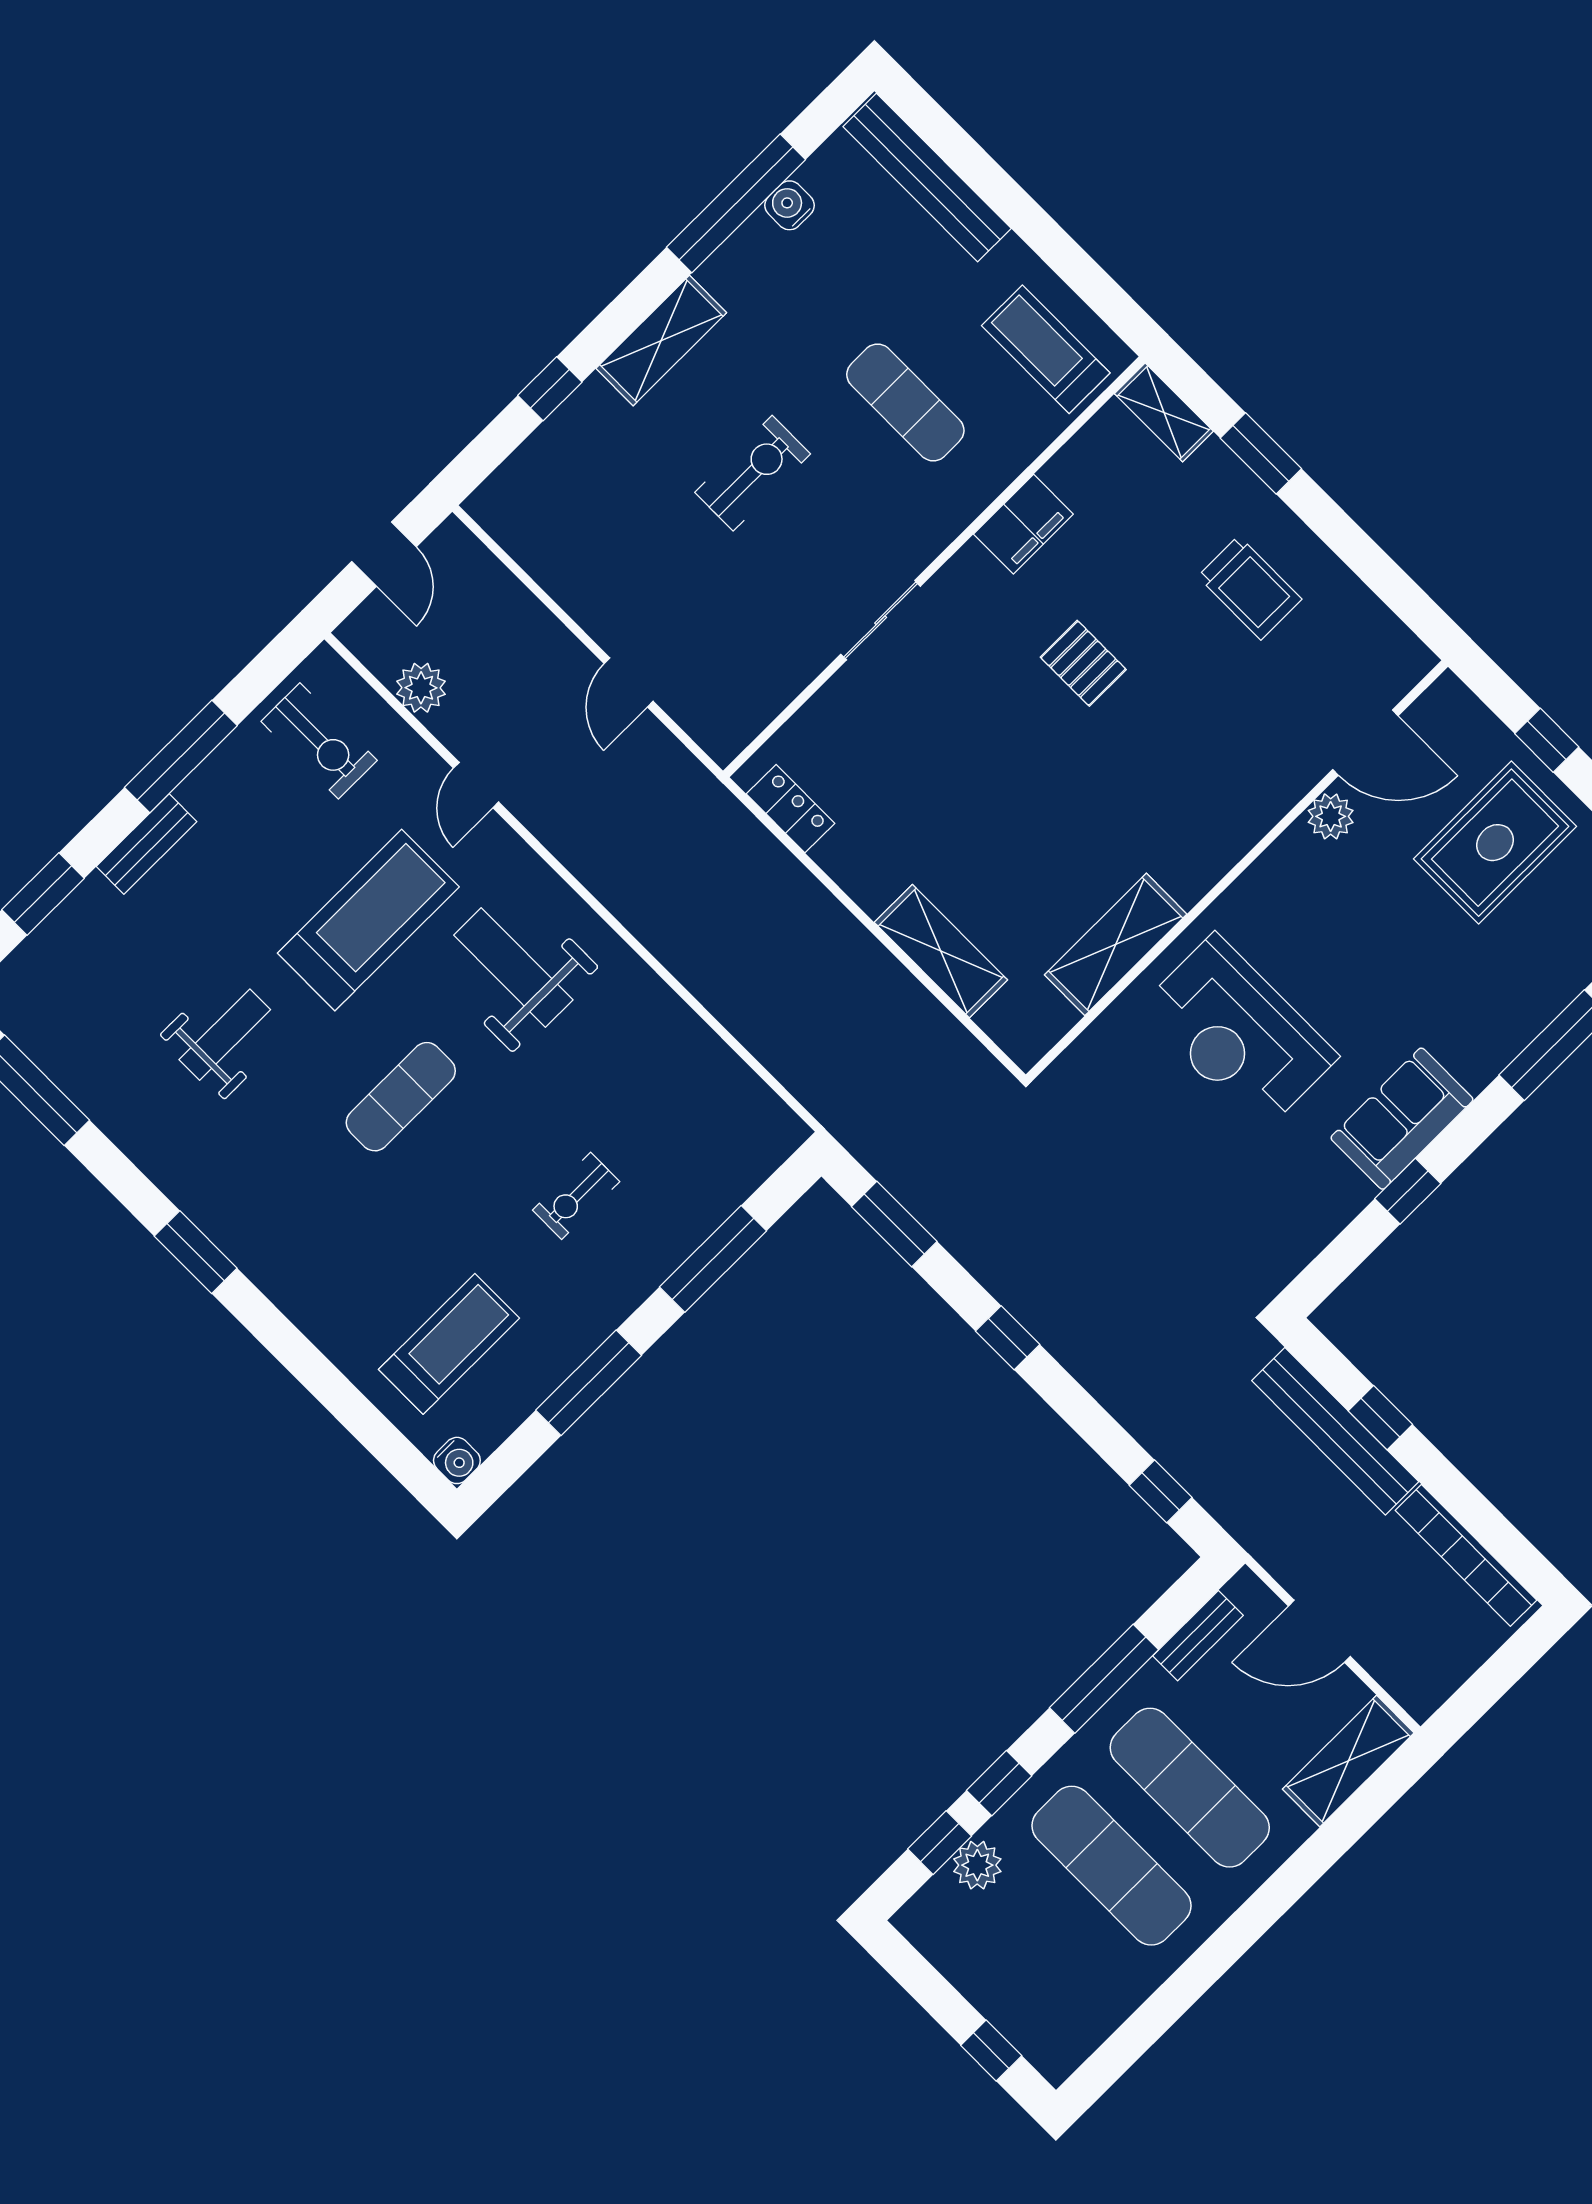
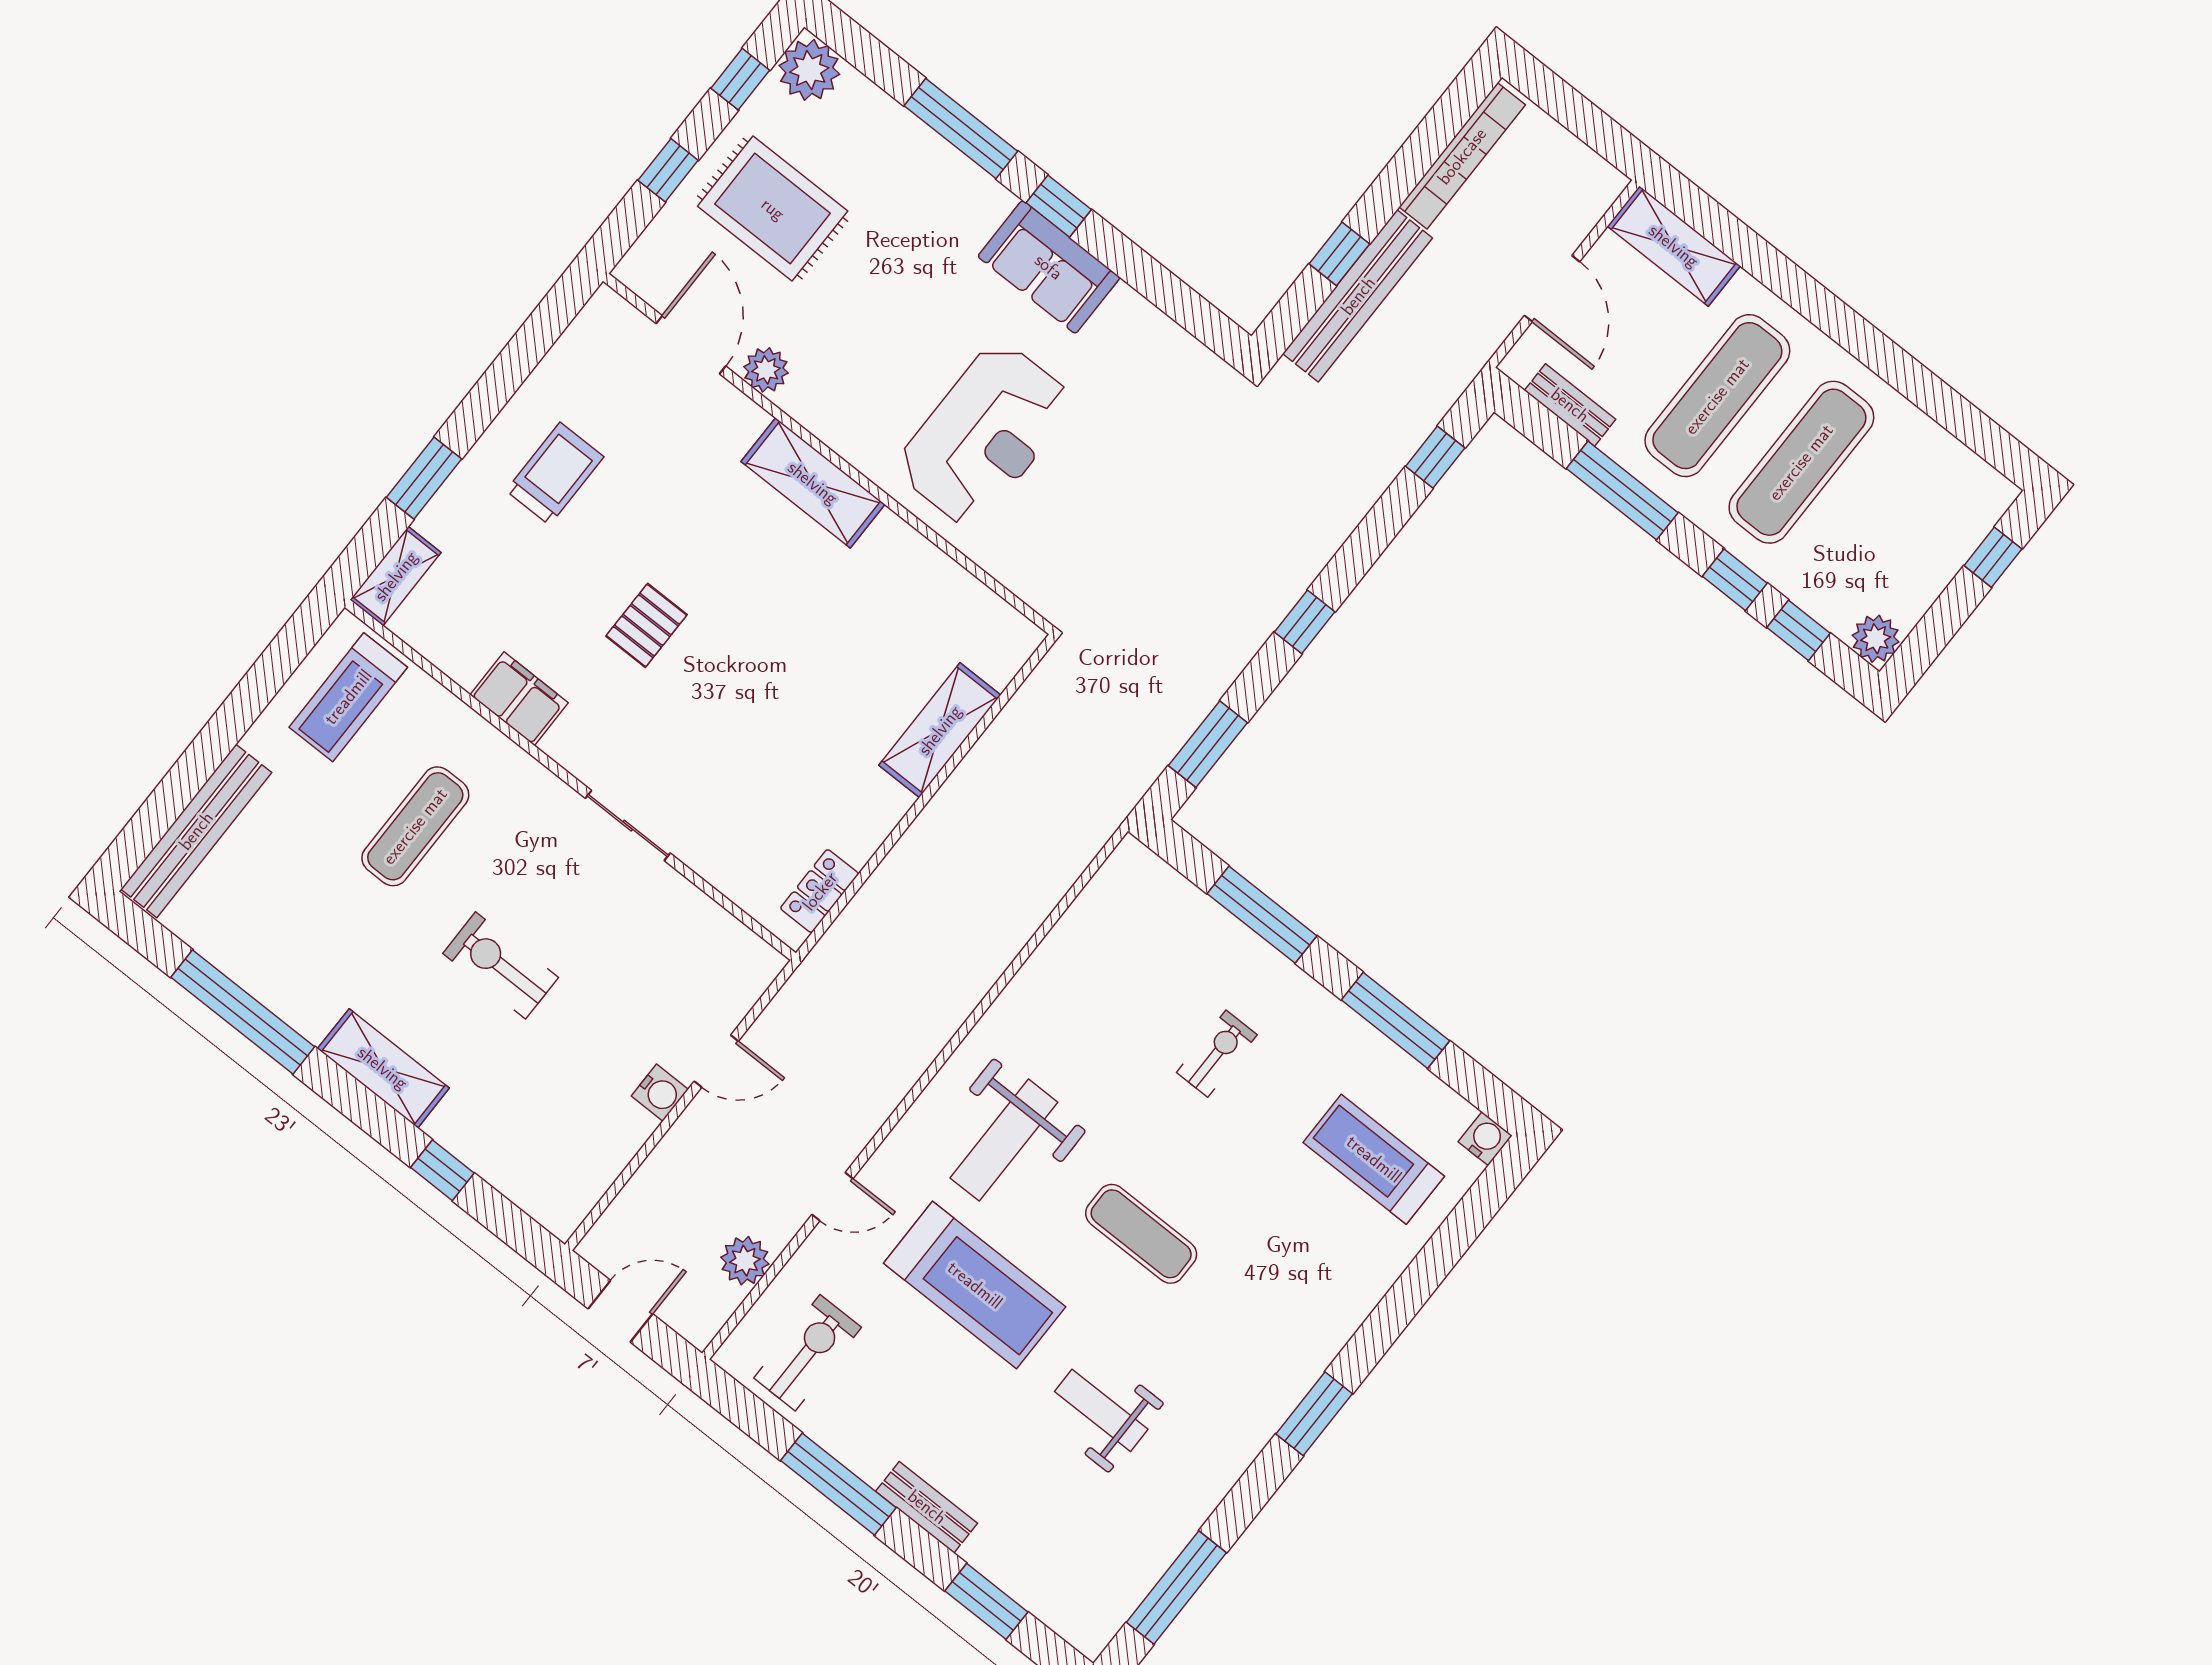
water cooler: (789, 205) -> (660, 1093), moved, turned -90
treadmill: (368, 920) -> (975, 1285), turned 180
shelving: (1116, 944) -> (813, 483), moved
window: (1408, 1191) -> (1059, 206), moved
exercise bike: (576, 1196) -> (1217, 1054), turned -90
plant: (977, 1865) -> (1876, 639), moved

